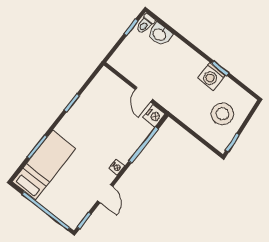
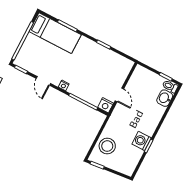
door: (144, 94) -> (119, 95), swing flipped
stool: (222, 114) -> (107, 146), moved
door: (105, 194) -> (43, 81), hinge flipped

